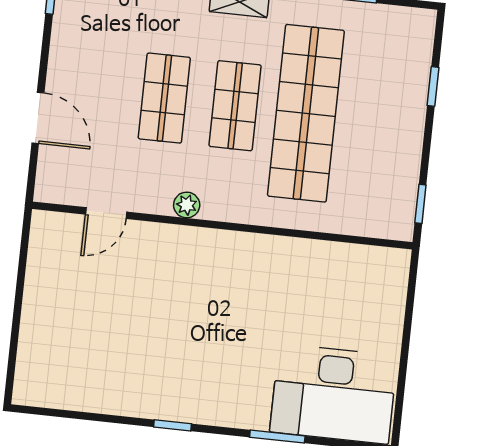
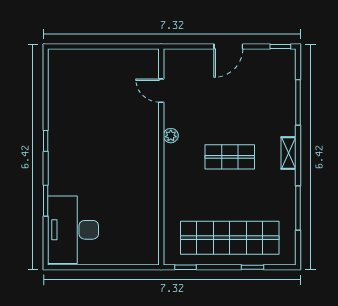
shop shelf: (164, 98) -> (230, 116), removed
shop shelf: (306, 113) -> (230, 238), moved
door: (38, 118) -> (228, 46), moved

